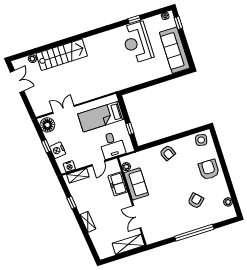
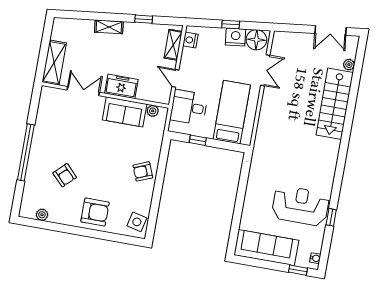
nightstand: (58, 150) -> (236, 37), moved
freezer: (118, 184) -> (121, 86), moved

